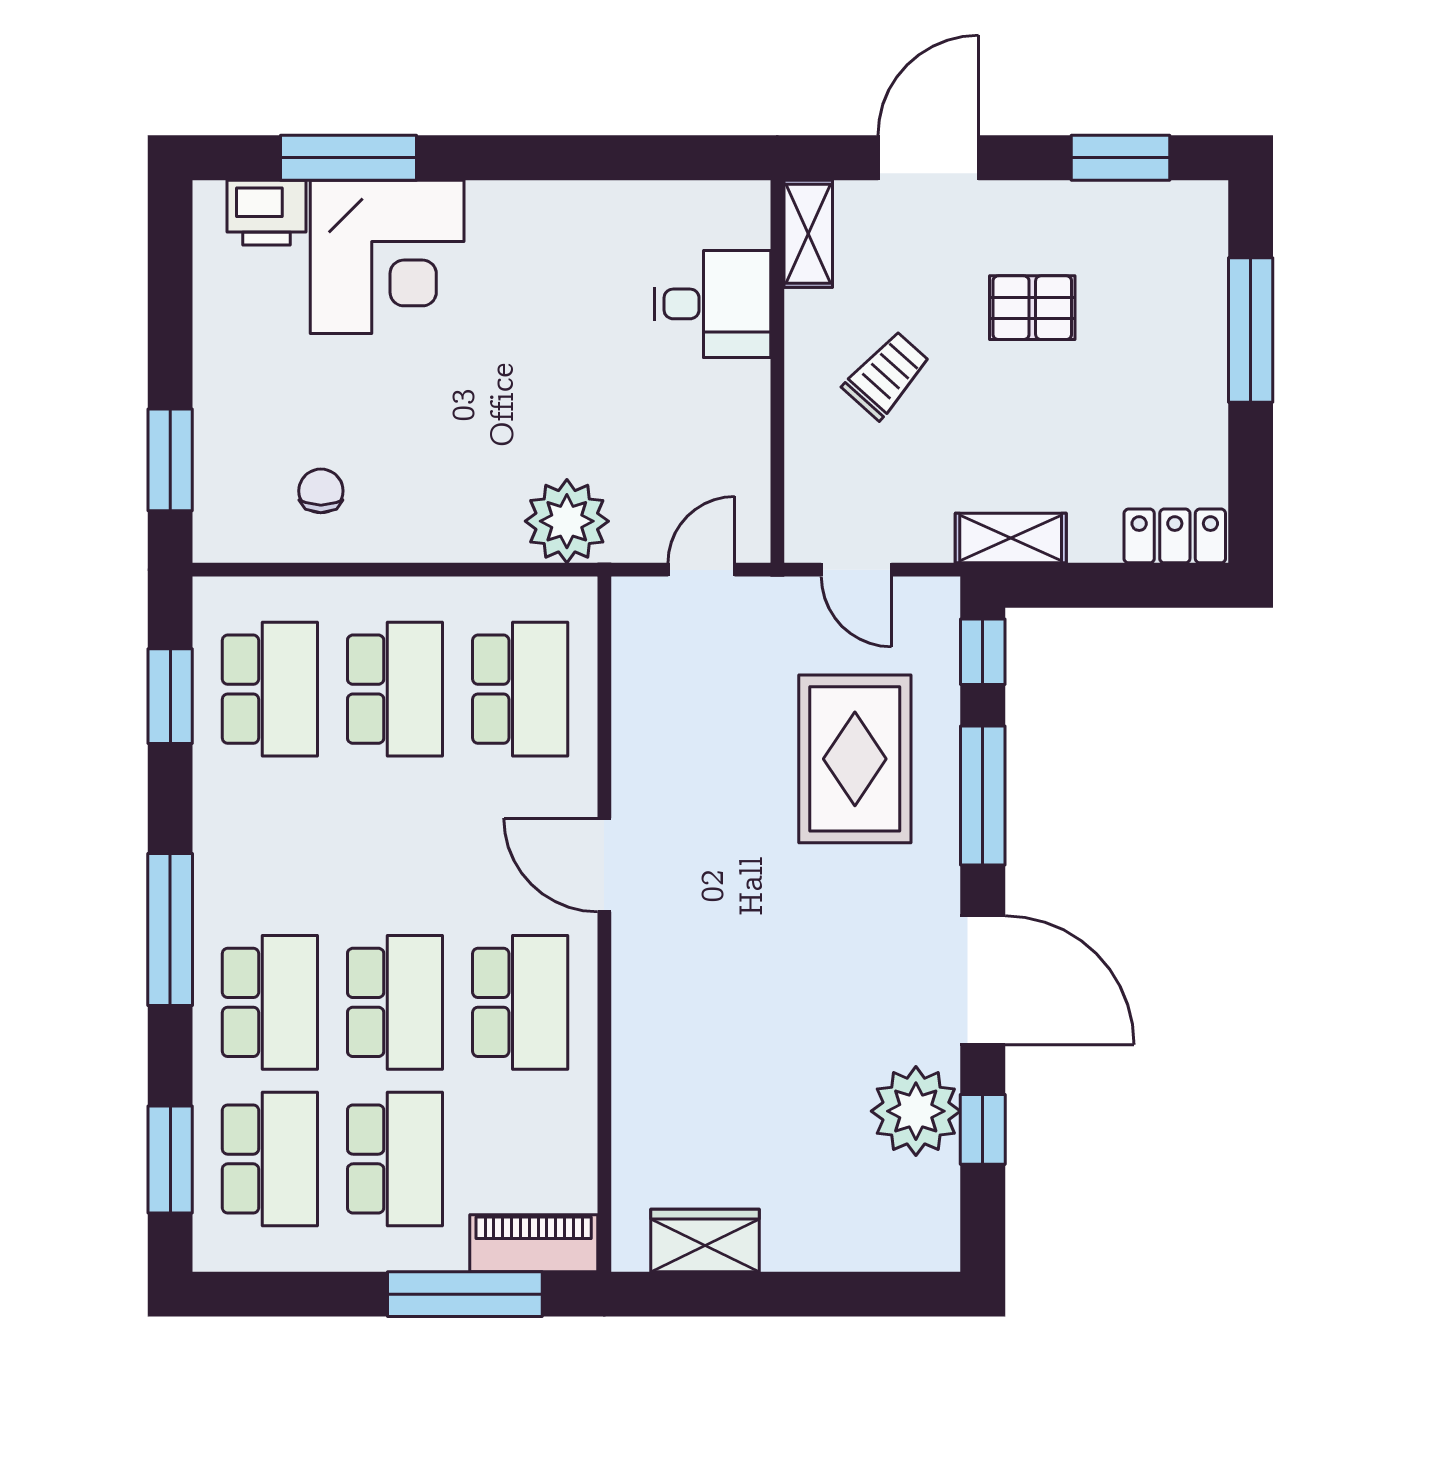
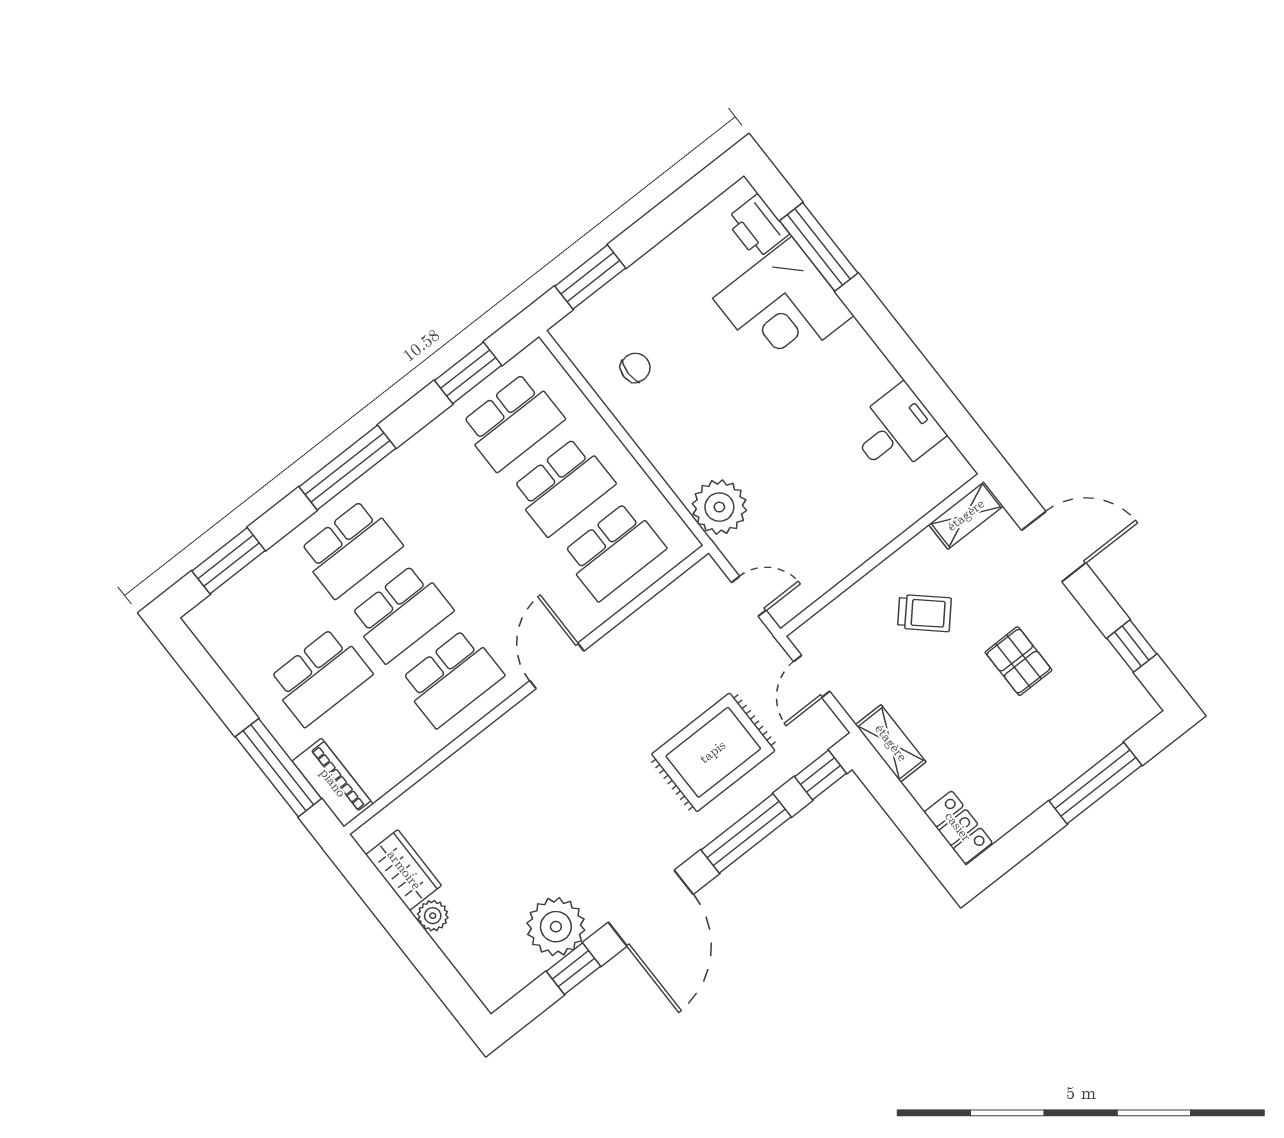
window: (1121, 158) -> (1132, 646), width x0.67
desk: (713, 304) -> (896, 431), moved, turned -90
school desk: (270, 1159) -> (269, 612), removed
plant: (787, 1248) -> (433, 916), added

